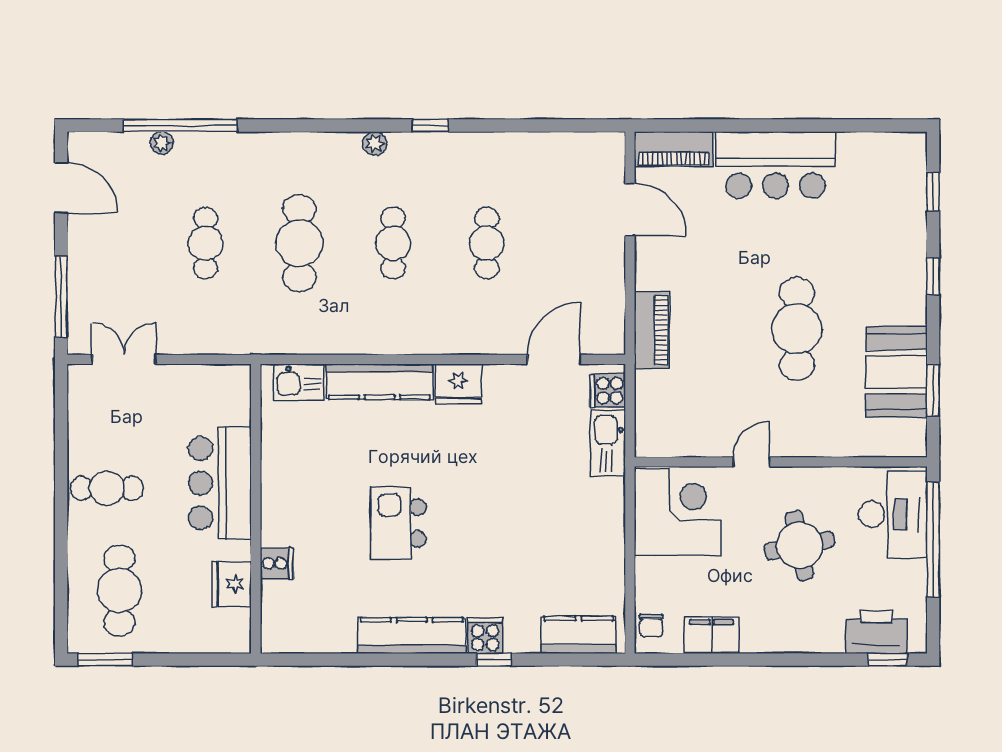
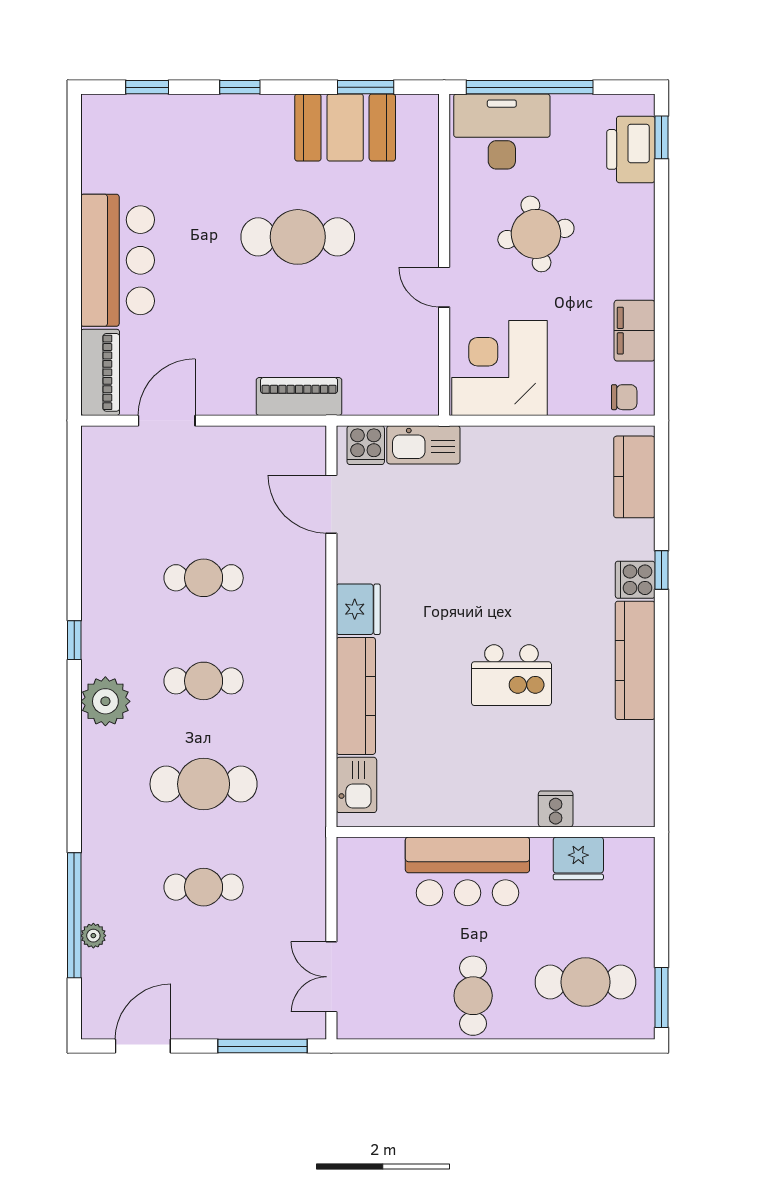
plant: (375, 143) -> (105, 701), width x1.87, depth x1.87

